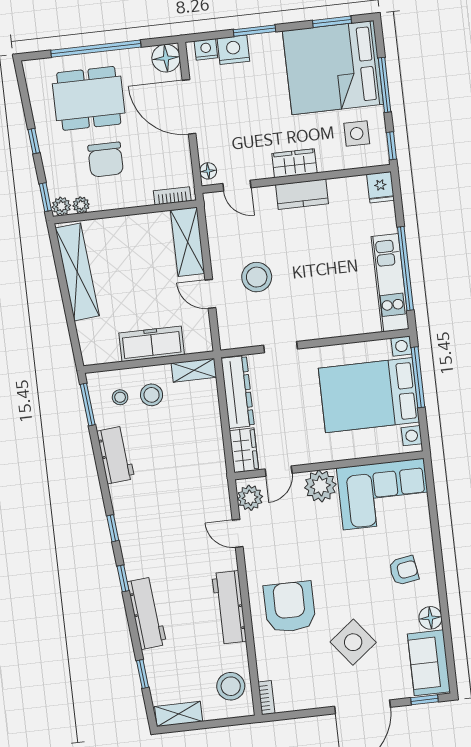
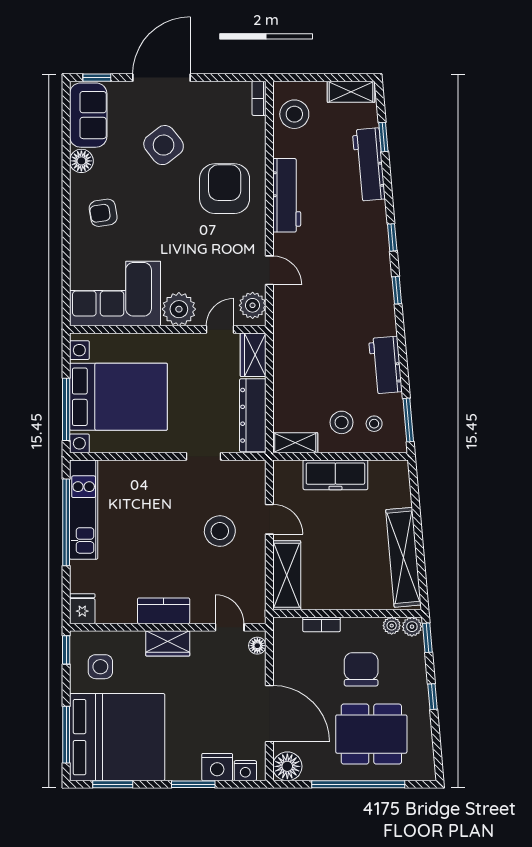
window: (385, 85) -> (66, 735), moved
bookcase: (172, 196) -> (322, 624), moved
armchair: (290, 607) -> (225, 189), turned 180
workbench: (147, 613) -> (369, 165), moved

